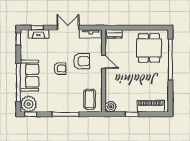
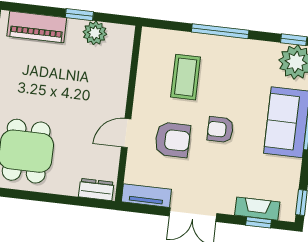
armchair: (82, 61) -> (173, 140), turned 180
door: (104, 62) -> (126, 133), hinge flipped
coffee table: (90, 99) -> (186, 77), moved
plant: (111, 107) -> (95, 33), moved

